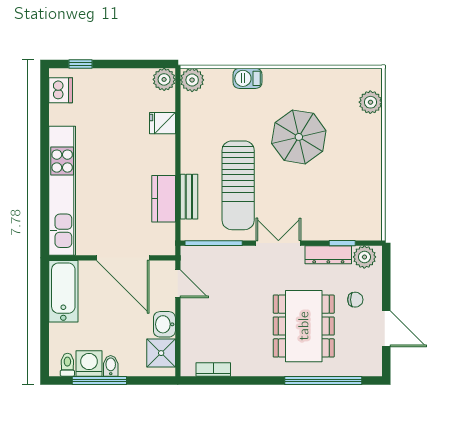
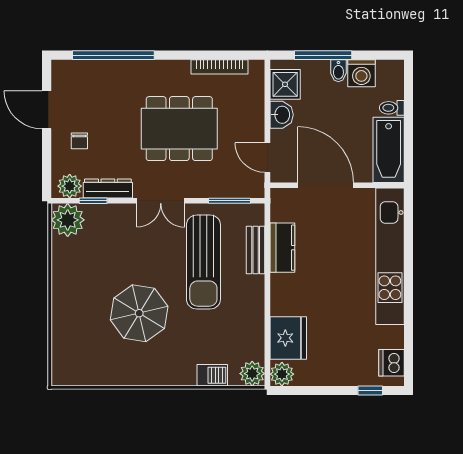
barbecue: (248, 78) -> (212, 375), moved
plant: (370, 102) -> (68, 220), moved, width x1.36, depth x1.36
fridge: (162, 123) -> (288, 338), width x1.88, depth x1.34
sun lounger: (238, 185) -> (203, 262), turned 180
window: (214, 243) -> (229, 201), width x0.69
chair: (355, 300) -> (79, 141), turned -90
dining table: (304, 326) -> (179, 129), moved, turned 90
toilet: (67, 365) -> (392, 108), moved, turned 90
bookcase: (213, 370) -> (220, 67), width x1.56
window: (99, 381) -> (323, 55), moved

